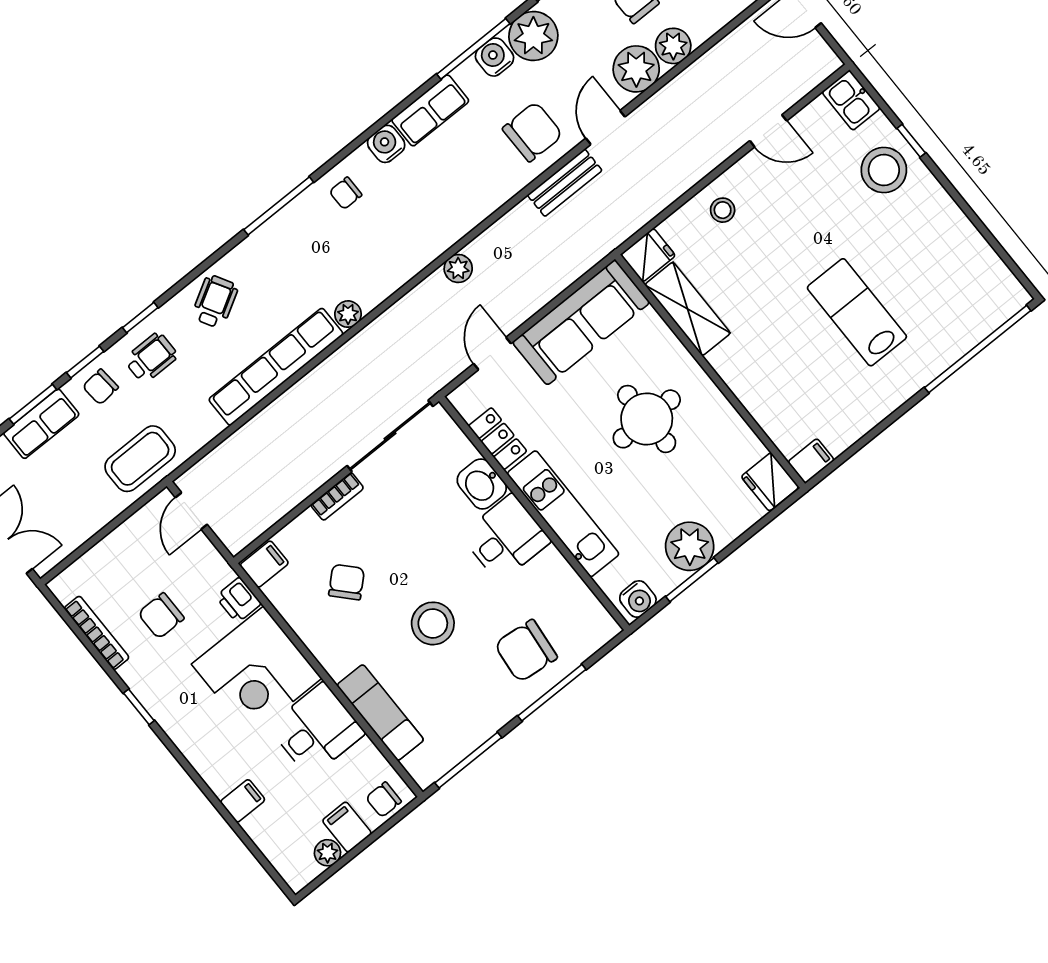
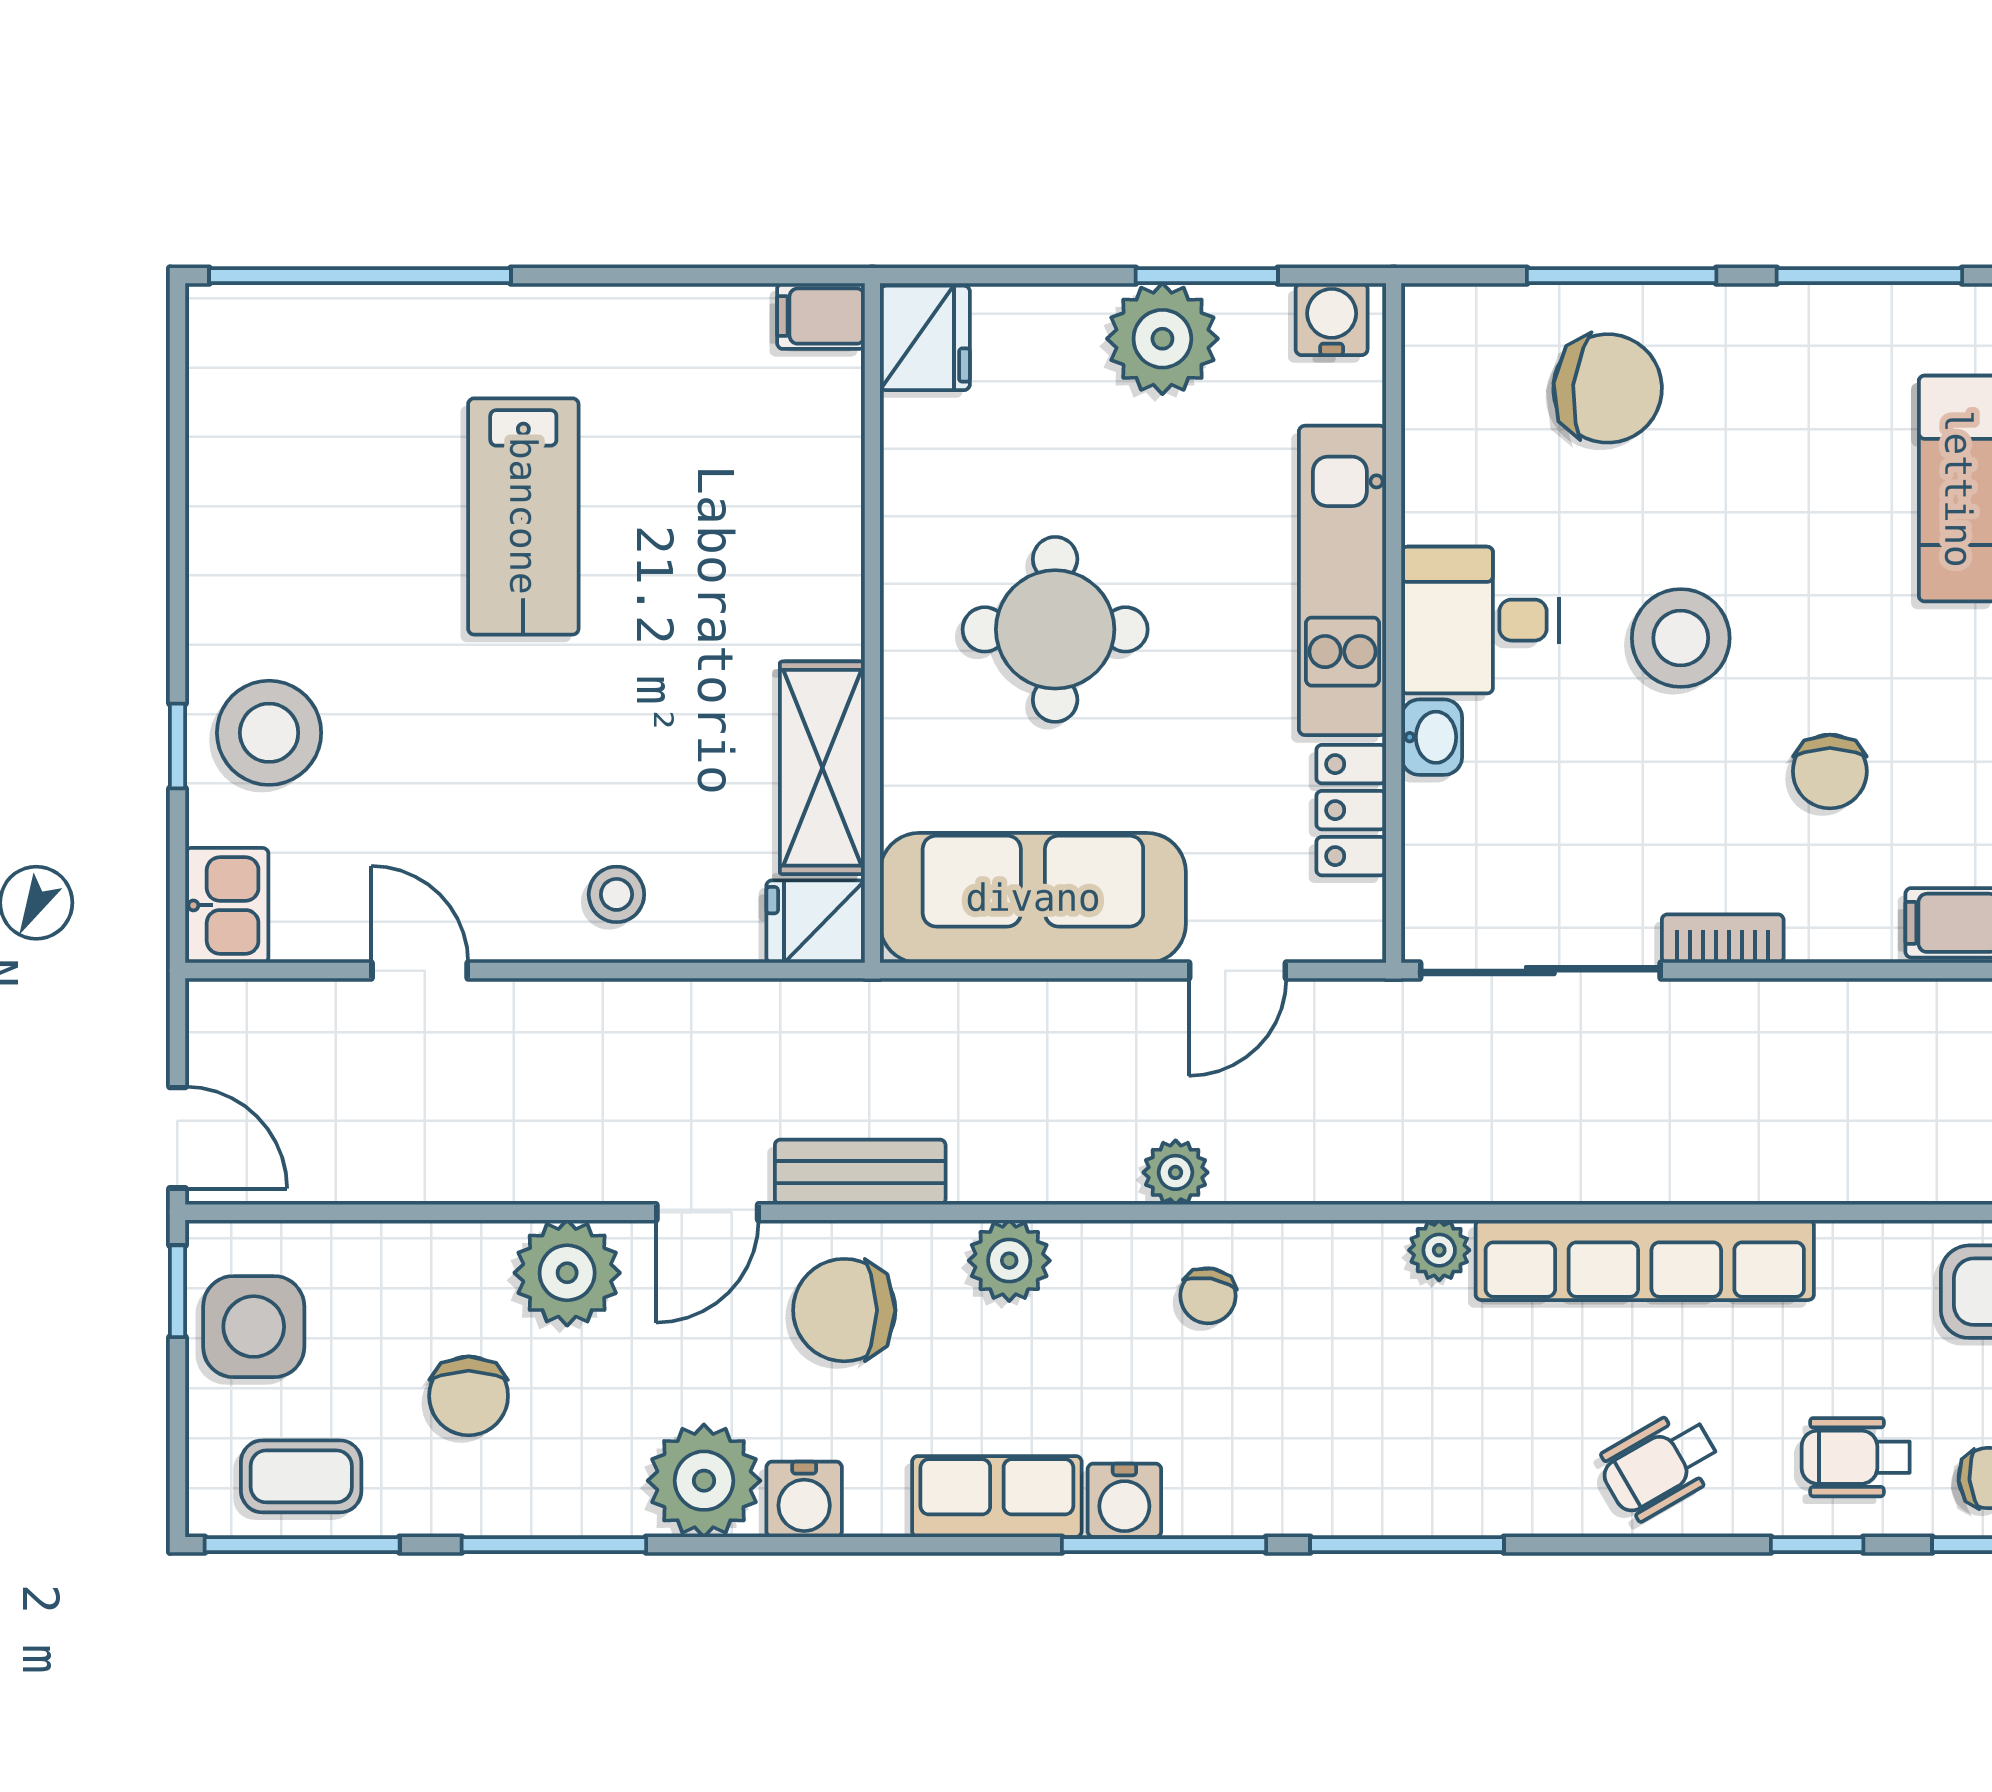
plant: (673, 46) -> (1009, 1261), moved
window: (473, 49) -> (1164, 1545), moved
chair: (346, 193) -> (1208, 1296), moved, turned 100
washbasin: (482, 484) -> (1432, 737), width x0.72, depth x0.69
chair: (347, 582) -> (1830, 771), turned -47
stool: (433, 623) -> (1681, 638), moved

